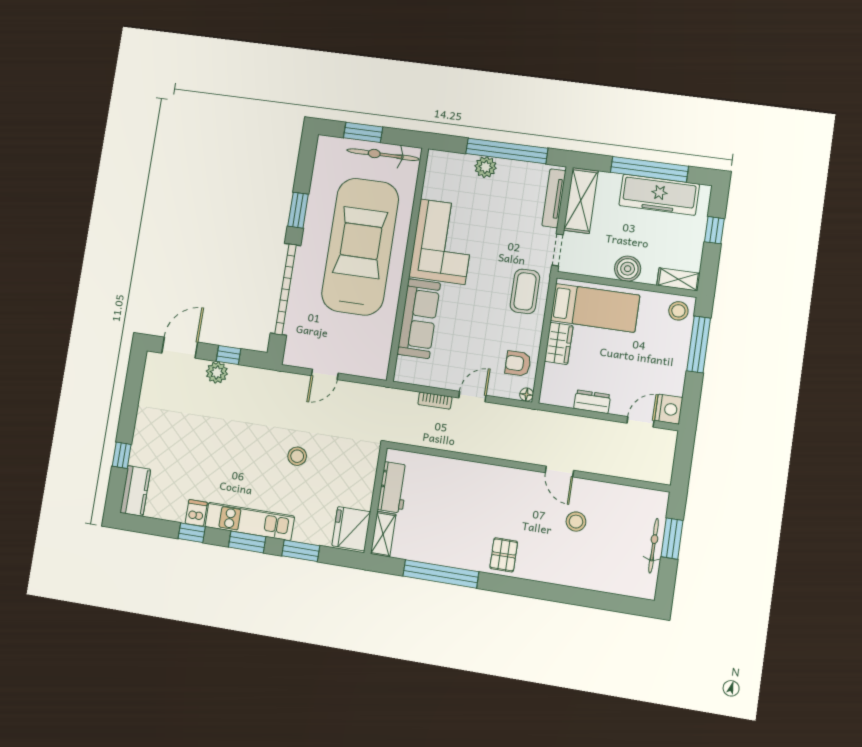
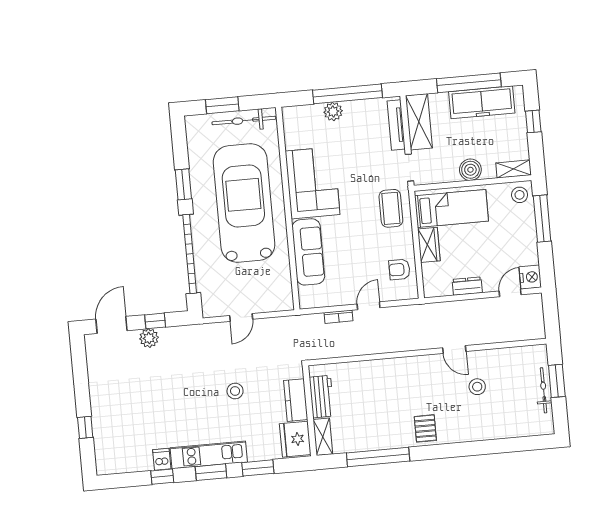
floor lamp: (527, 395) -> (413, 293), removed
kitchen counter: (135, 491) -> (296, 400), moved, turned 180

